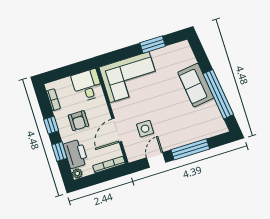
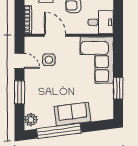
plant: (216, 128) -> (31, 120), added
window: (190, 149) -> (20, 92), width x0.69

